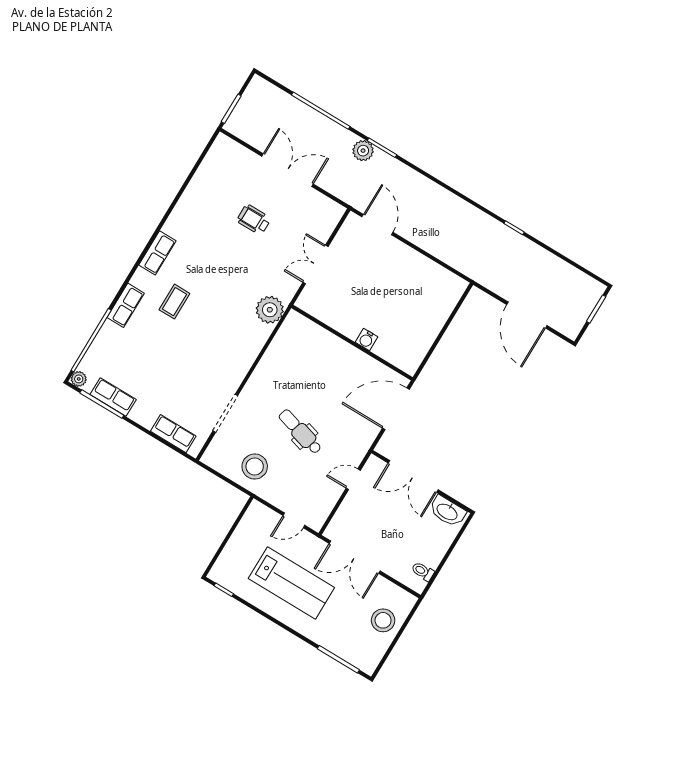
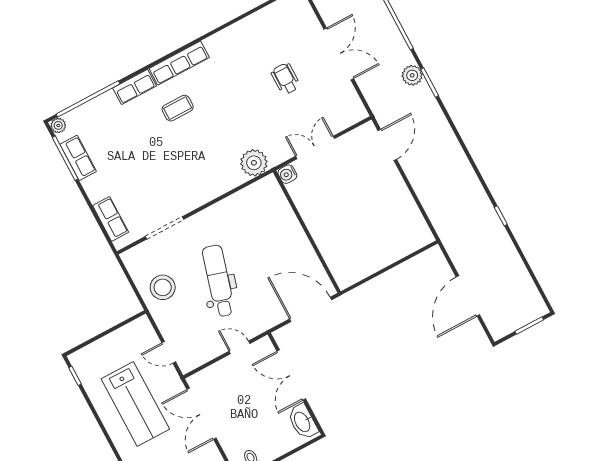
row of seats: (157, 253) -> (179, 63), width x1.48
water cooler: (367, 339) -> (287, 174), moved
dental chair: (300, 432) -> (219, 281), width x1.36, depth x1.38

